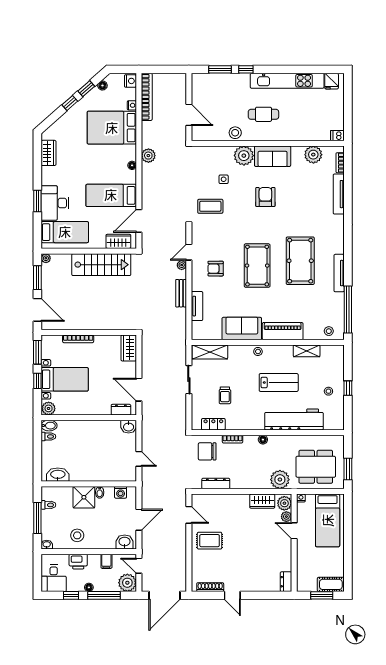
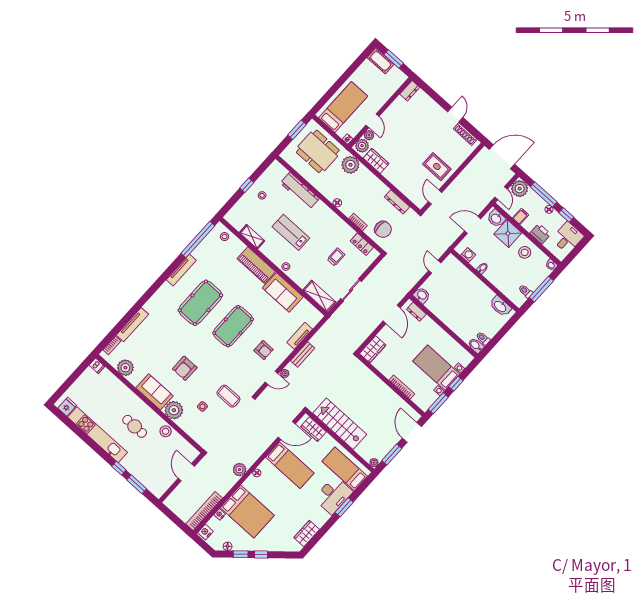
plant: (49, 408) -> (465, 358), removed
workbench: (294, 419) -> (300, 191), width x0.73, depth x0.76
shower: (84, 497) -> (508, 234), moved

